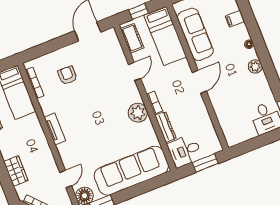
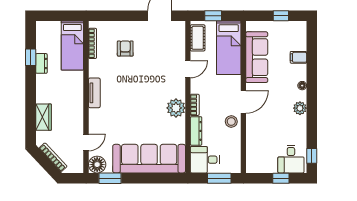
stool: (195, 105) -> (231, 121), added
window: (263, 140) -> (281, 178), added

